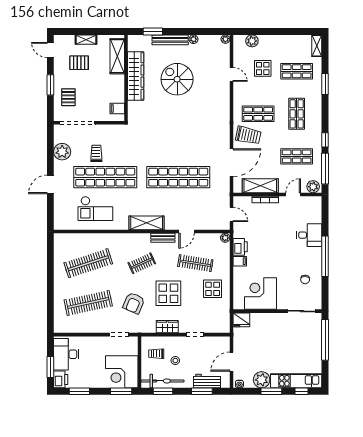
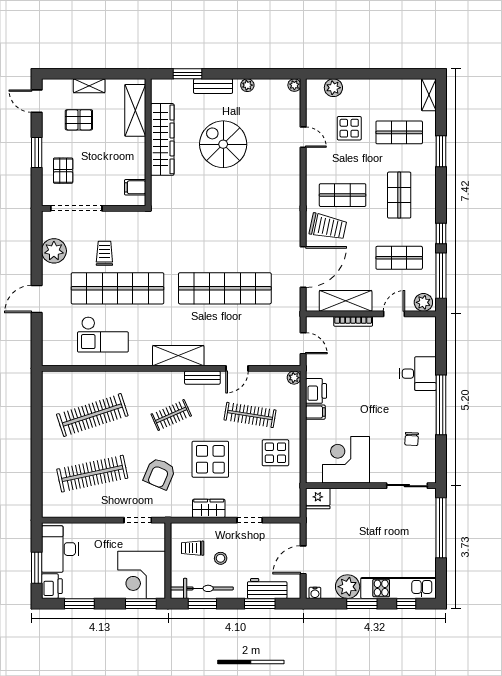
bench: (170, 40) -> (213, 86), width x0.73

